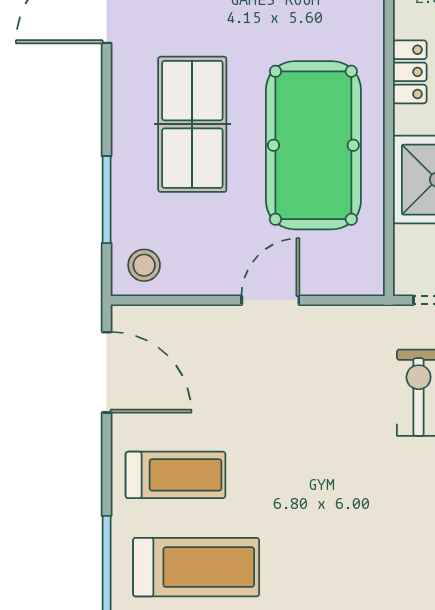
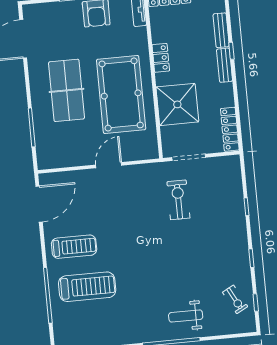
stool: (144, 265) -> (51, 155), removed
door: (107, 372) -> (39, 204), hinge flipped

